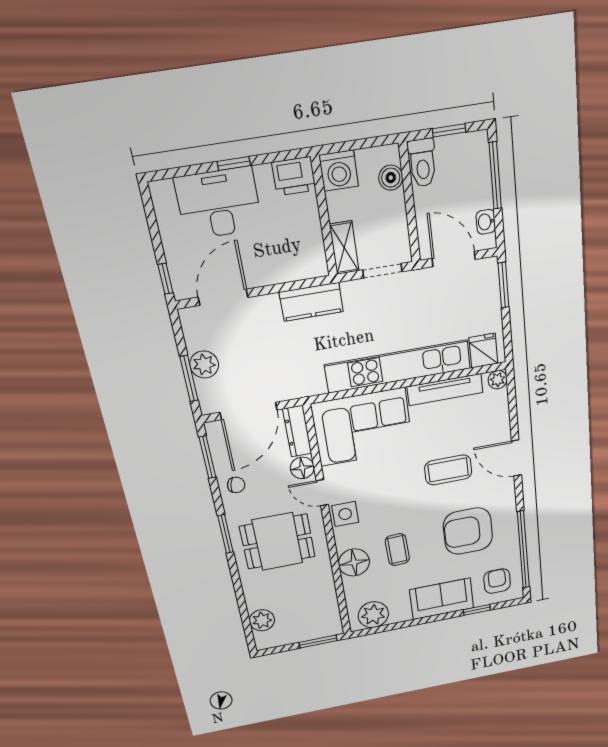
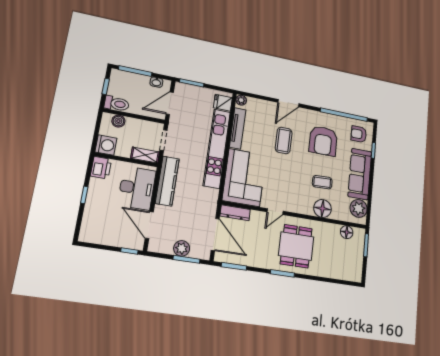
desk: (219, 203) -> (137, 188), moved, turned 180
kitchen counter: (311, 302) -> (167, 181), width x1.50
floor lamp: (302, 468) -> (347, 232), moved
chair: (236, 485) -> (255, 257), removed
side table: (345, 514) -> (292, 203), removed
sofa: (442, 599) -> (360, 174), width x1.36
plant: (262, 620) -> (342, 272), removed

